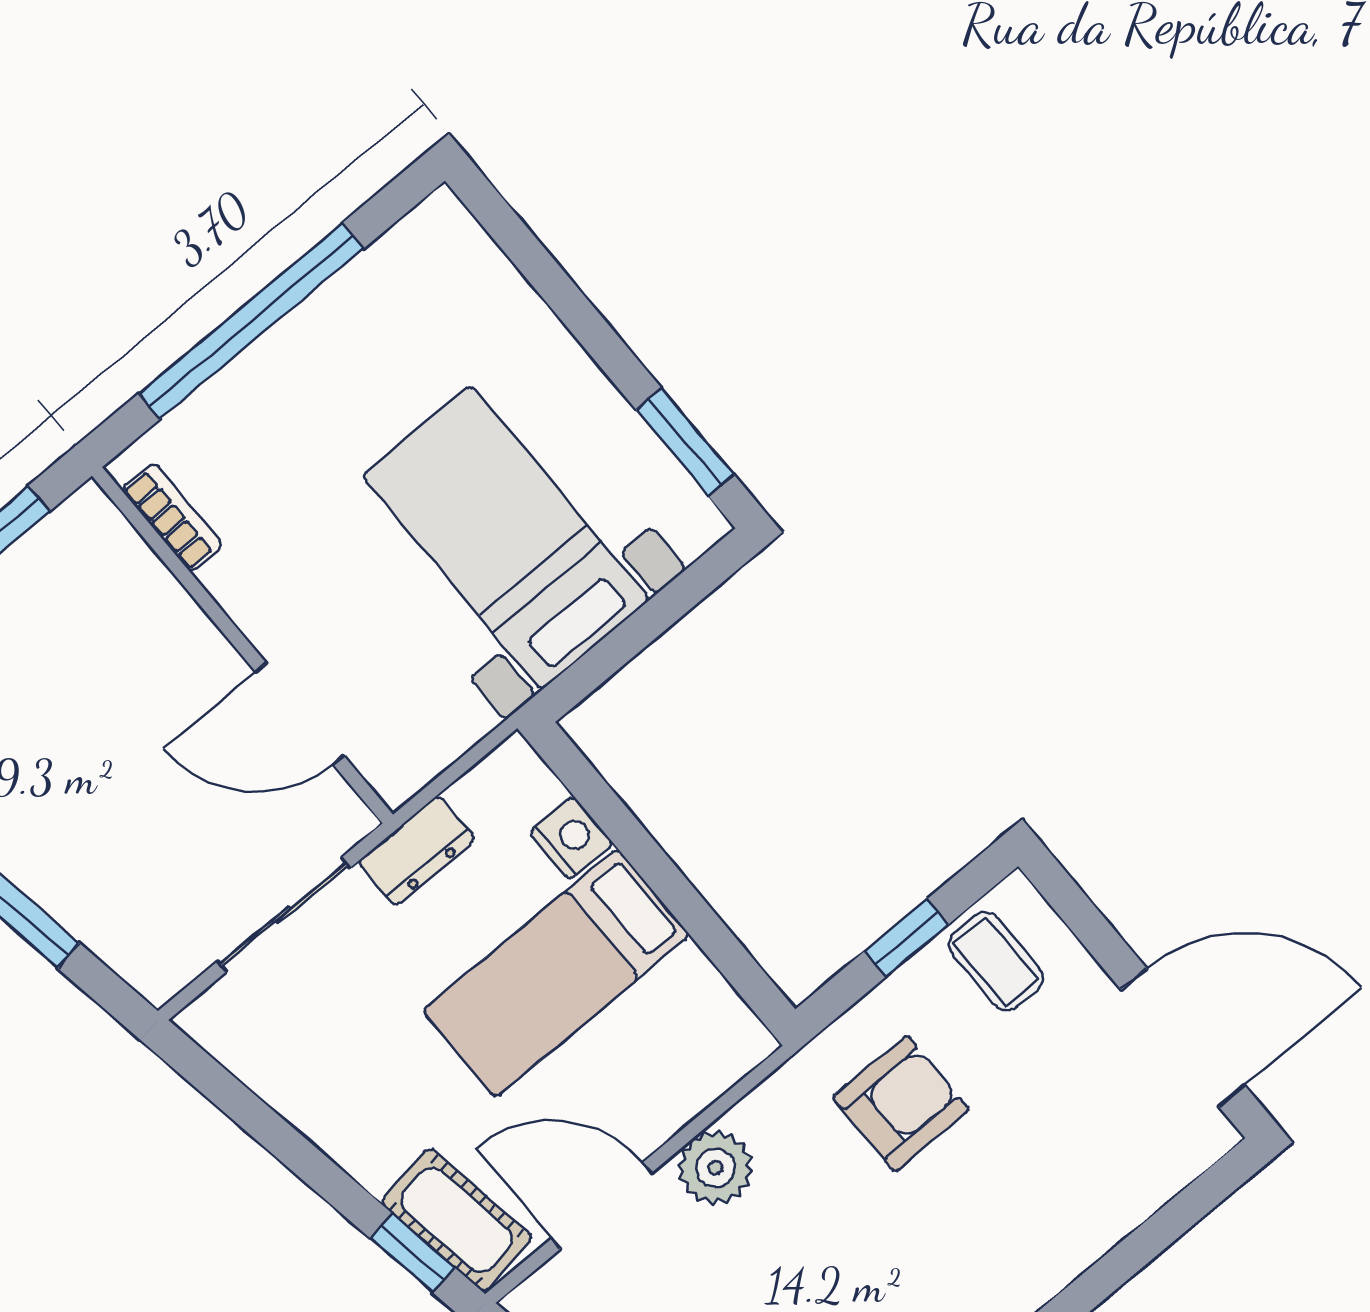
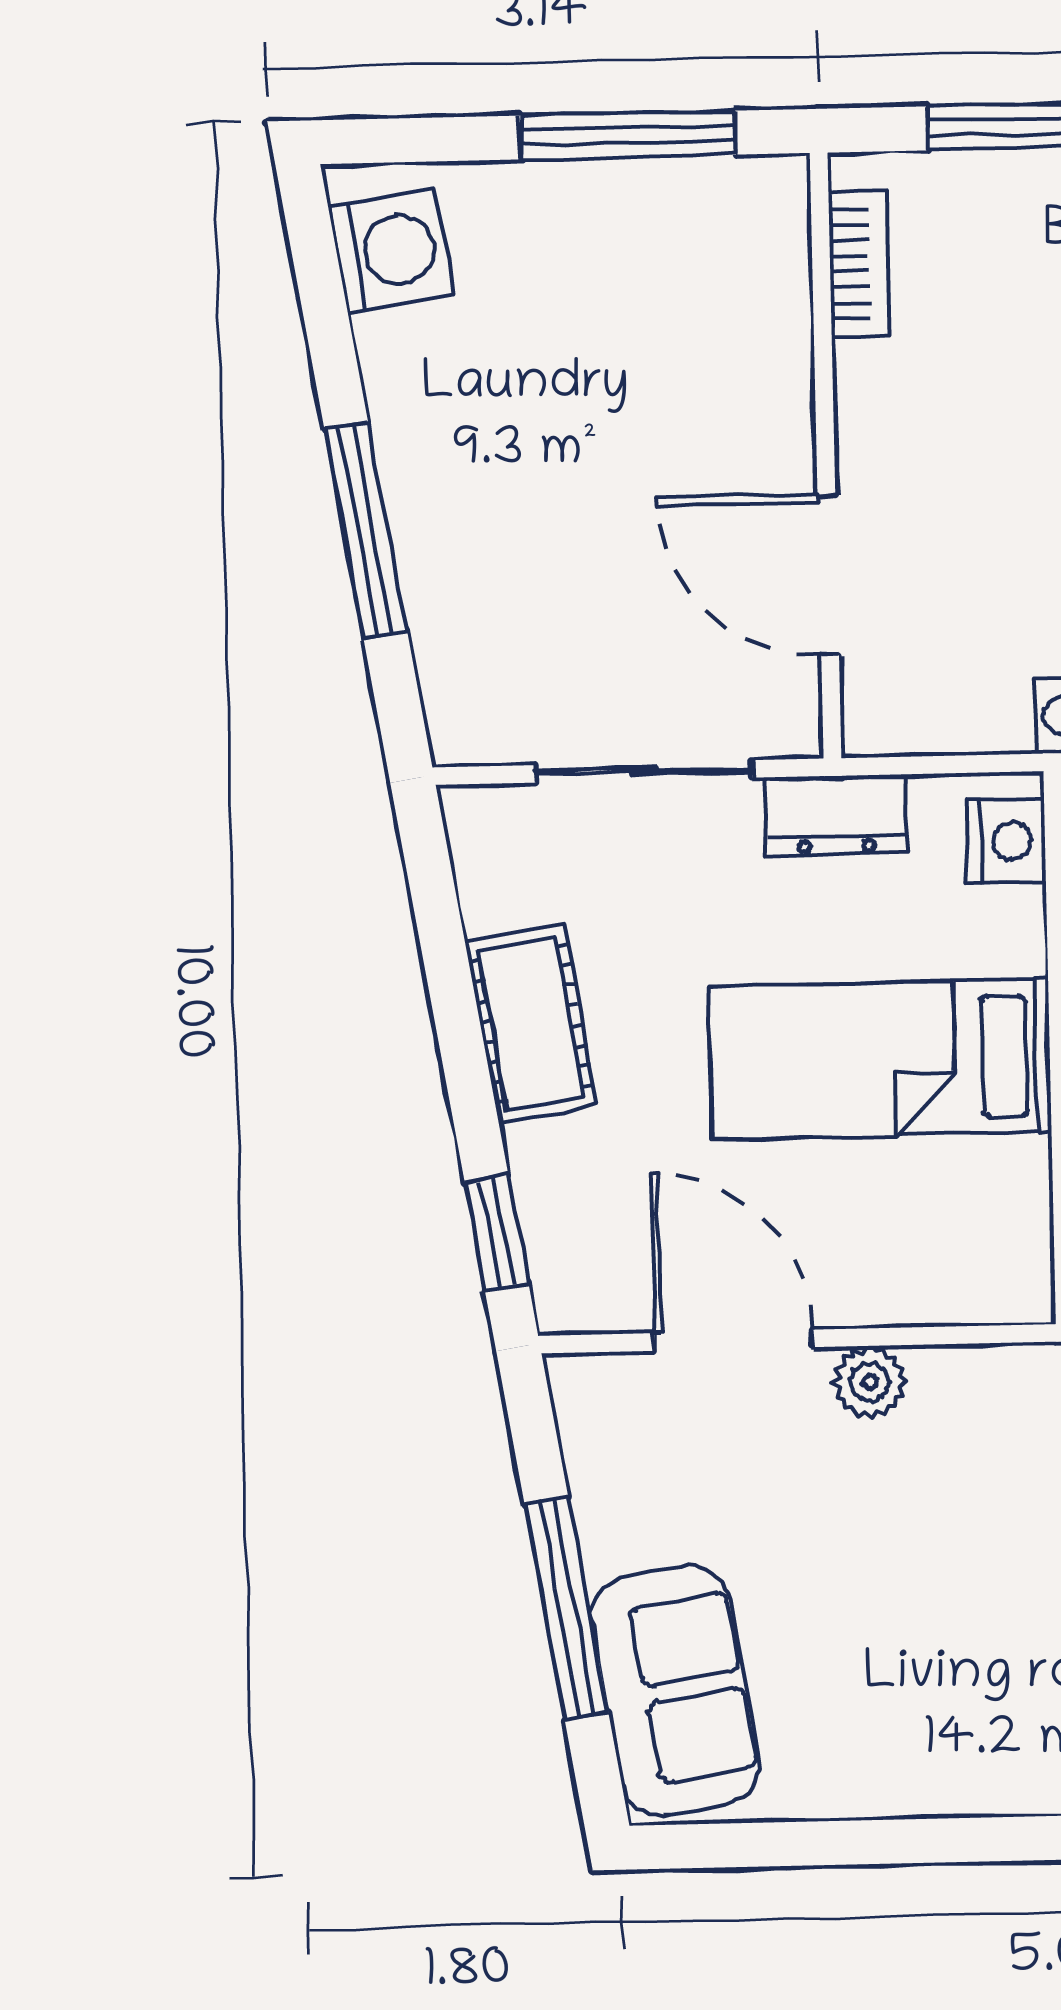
nightstand: (571, 838) -> (1006, 841), moved
plant: (715, 1168) -> (870, 1382), width x0.73, depth x0.73
cot: (457, 1220) -> (531, 1023), moved

